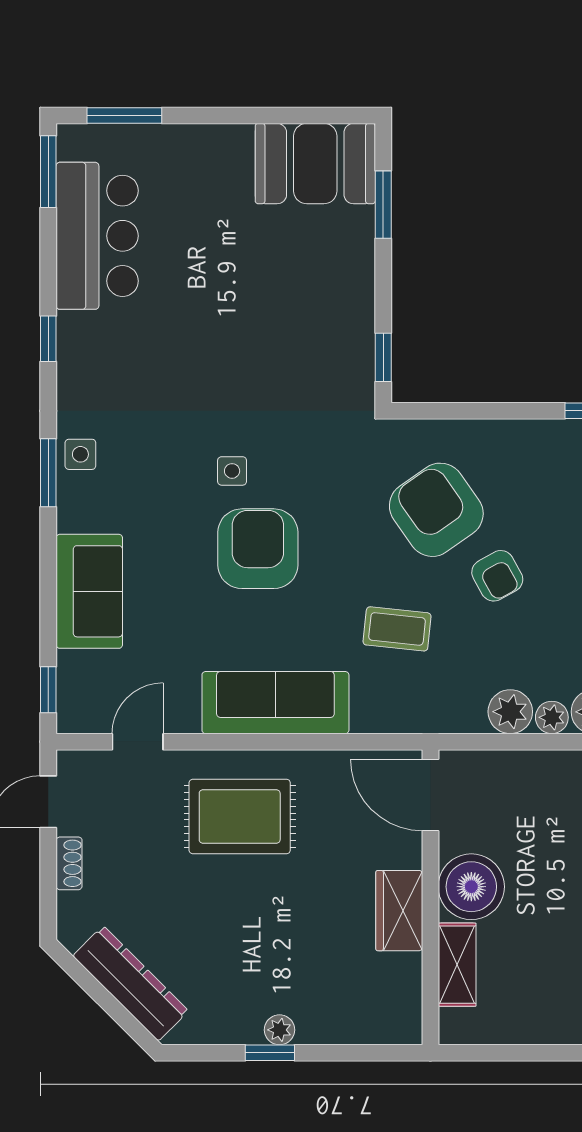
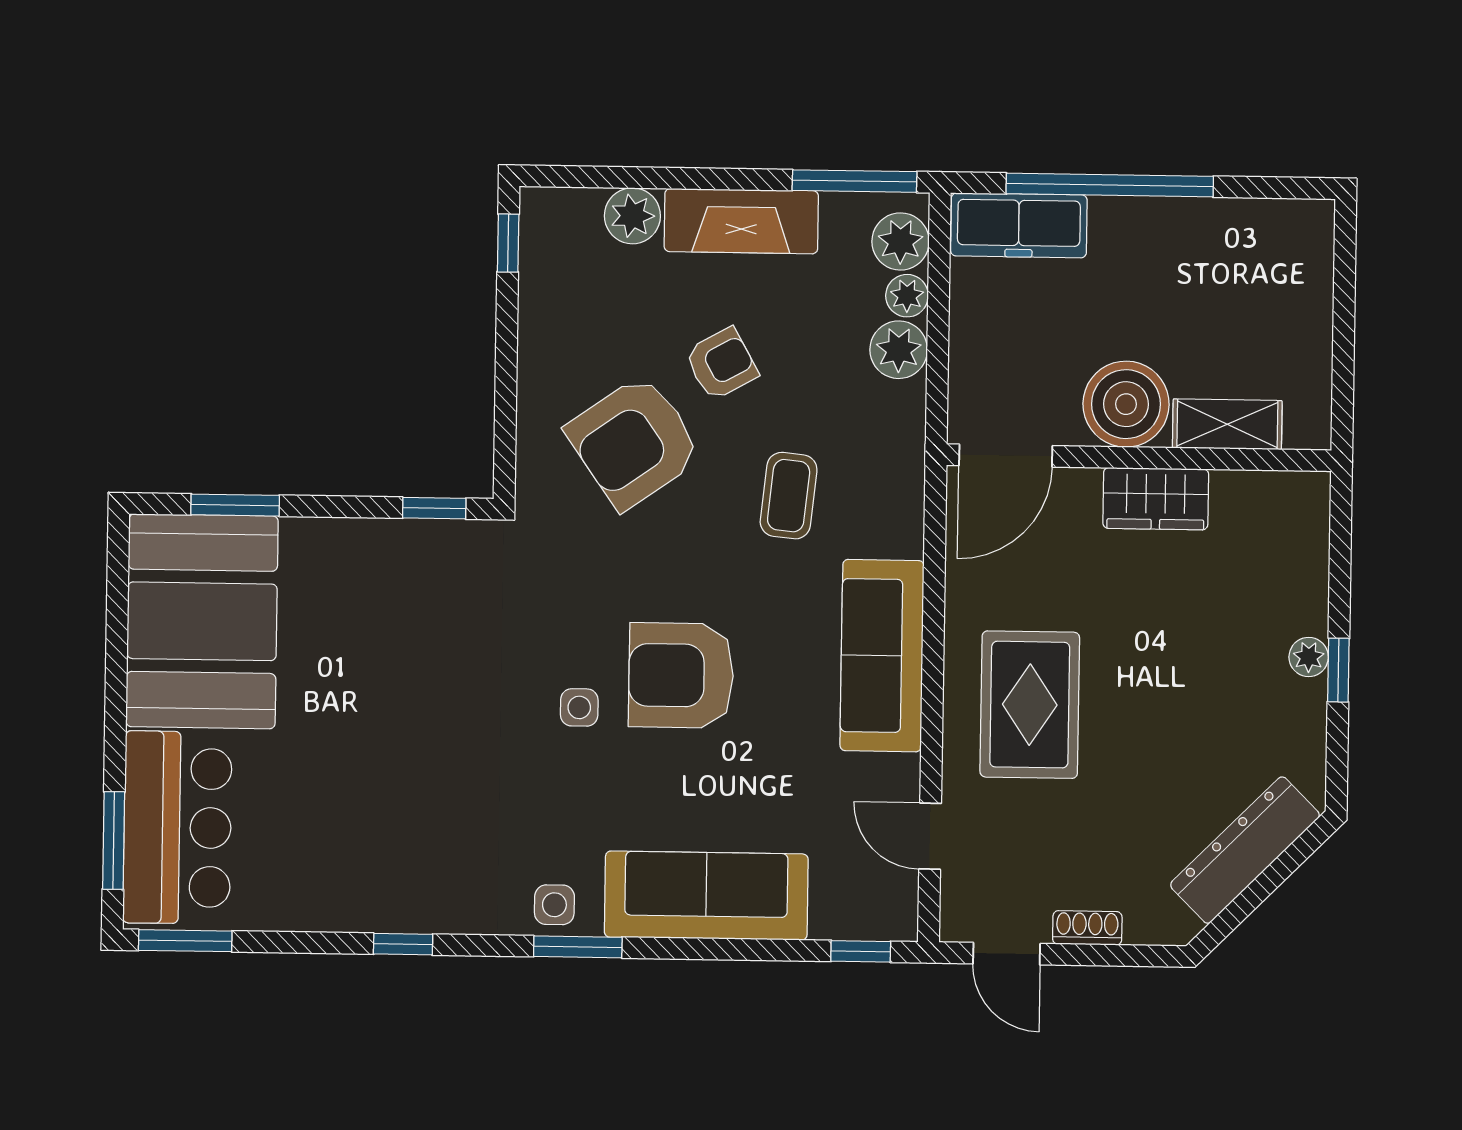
booth: (315, 164) -> (202, 621), width x1.36, depth x1.42
bar counter: (97, 236) -> (177, 827), moved, turned 90
sofa: (89, 591) -> (706, 896), width x1.36

